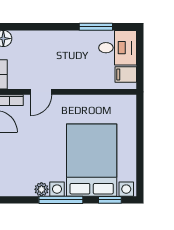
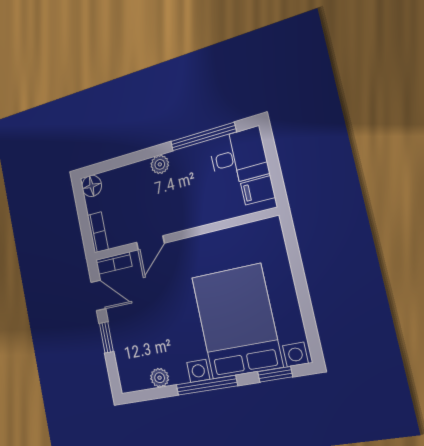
window: (96, 27) -> (203, 137), width x1.44
plant: (60, 37) -> (160, 164), added
plant: (41, 189) -> (160, 378), moved

